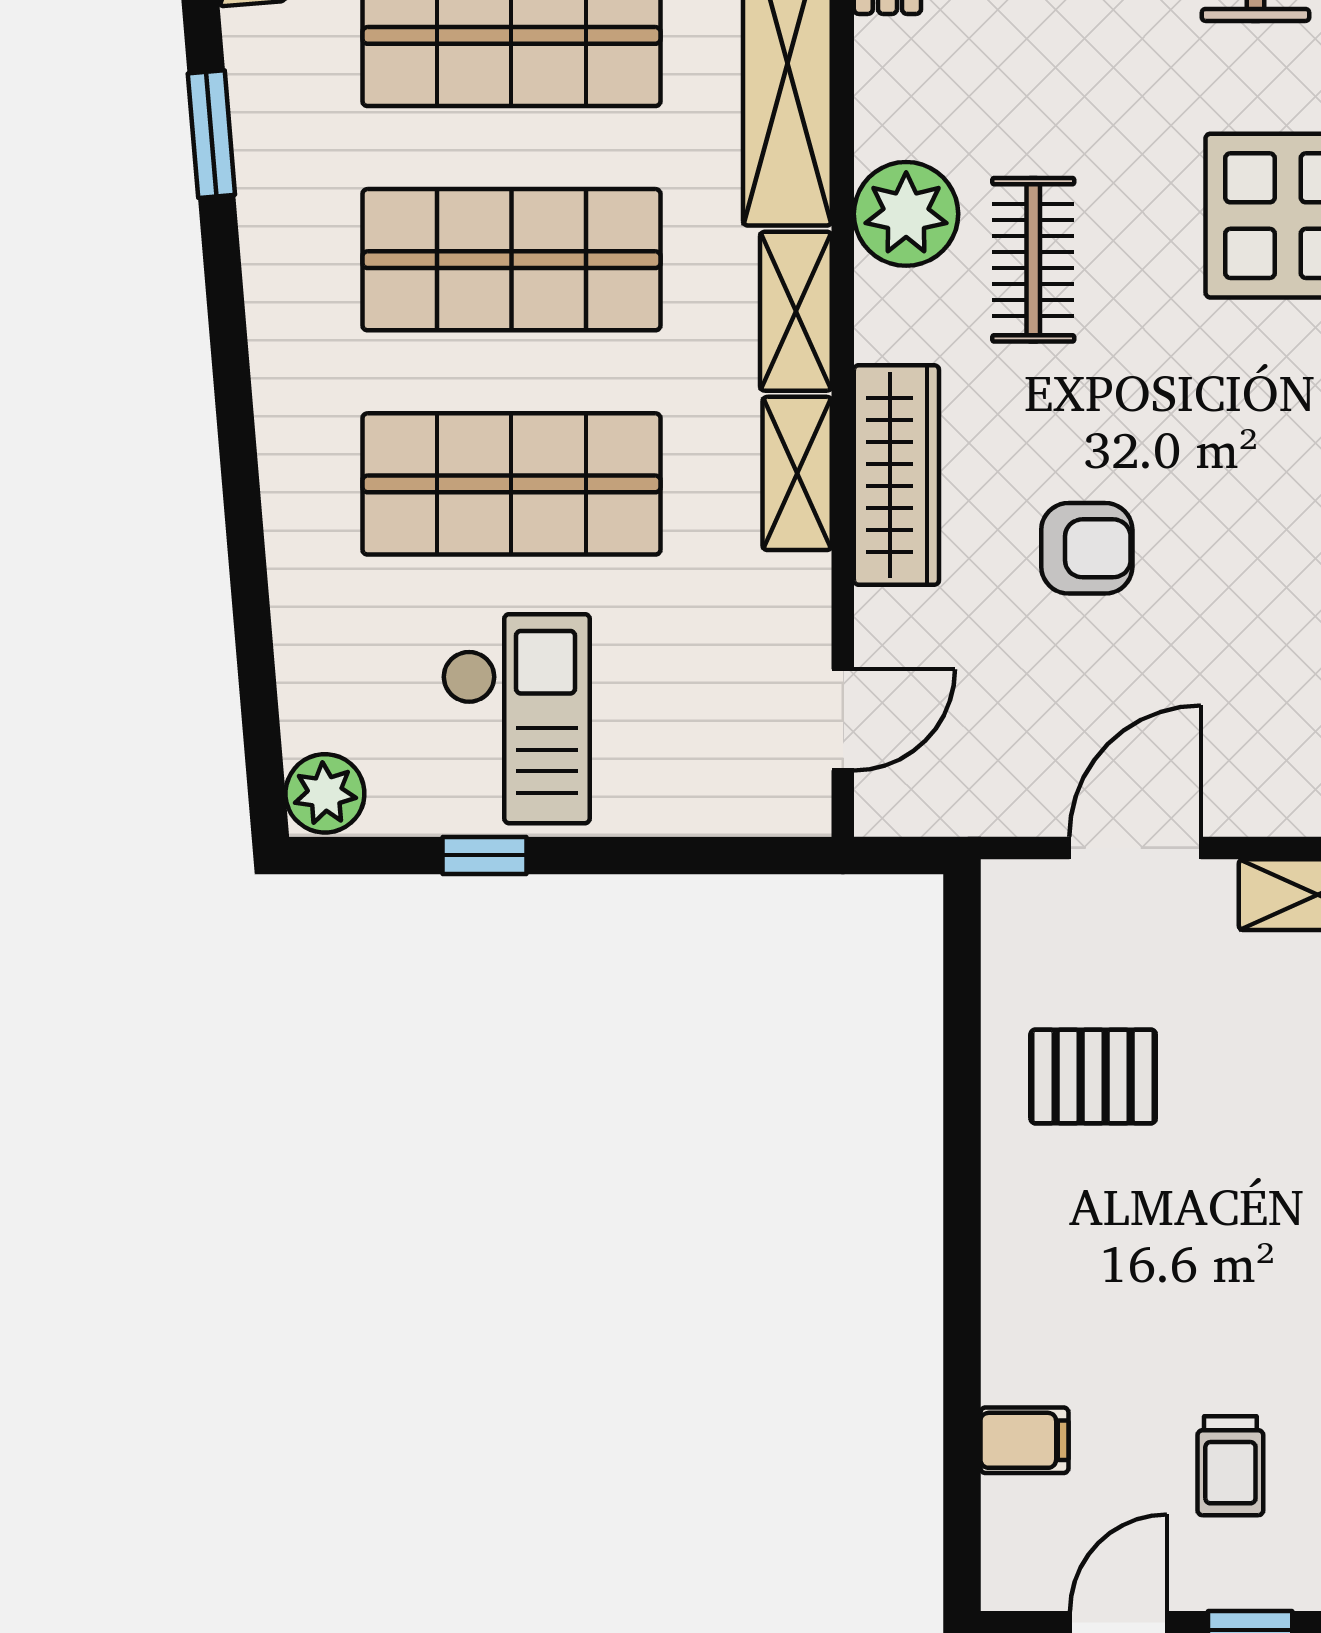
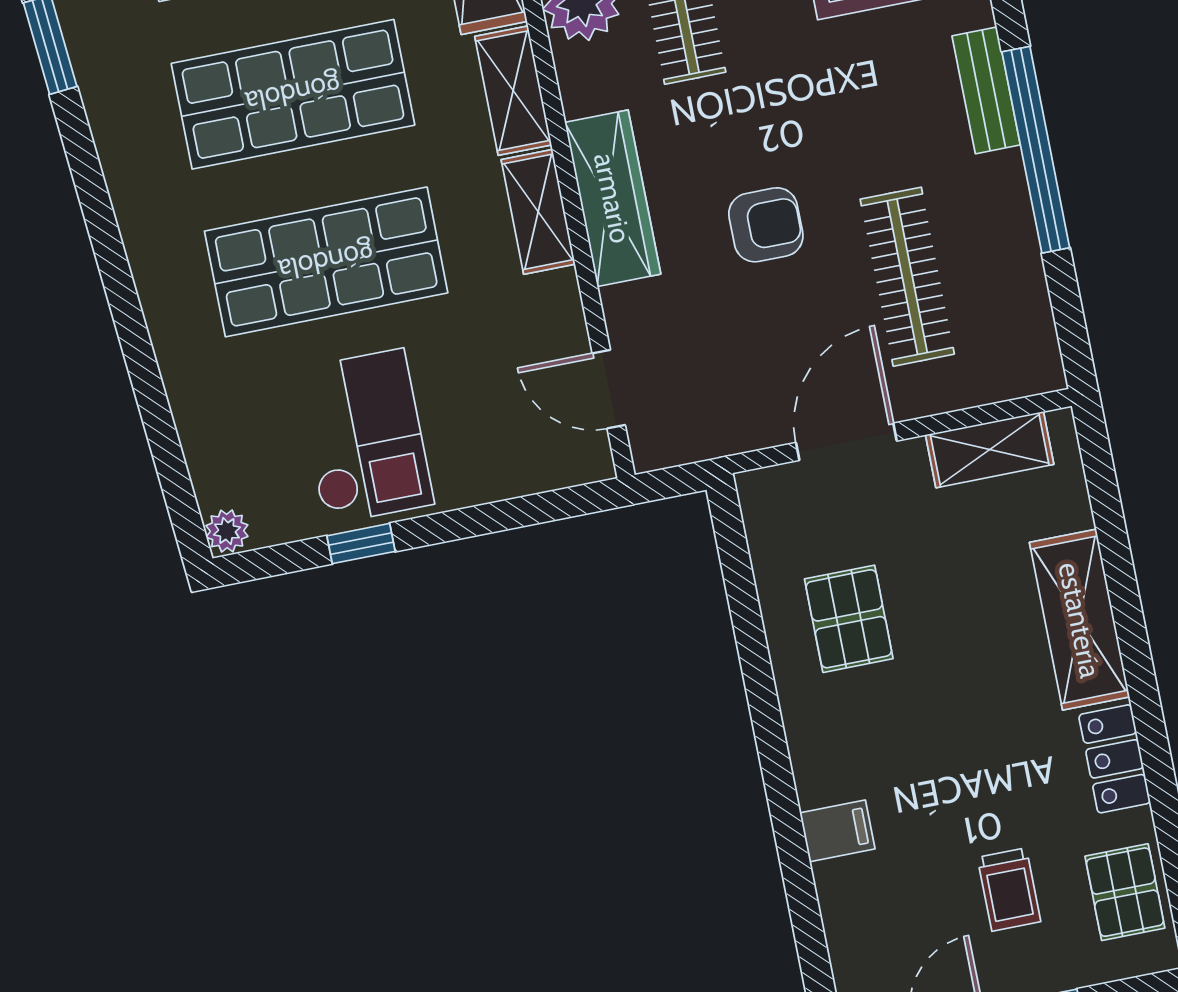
clothes rail: (1256, 651) -> (907, 277), added
door: (843, 720) -> (609, 389), swing flipped
plant: (325, 793) -> (227, 531), width x0.73, depth x0.73
pallet: (1093, 1076) -> (849, 619), turned 90
filing cabinet: (1024, 1440) -> (837, 831), moved

